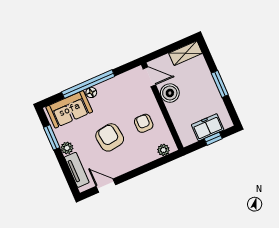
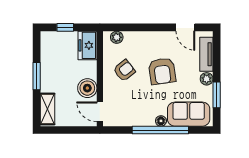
shelving: (186, 53) -> (47, 109), moved, turned 90
armchair: (144, 123) -> (124, 70), turned -128
freezer: (208, 127) -> (88, 45), moved, turned 90

